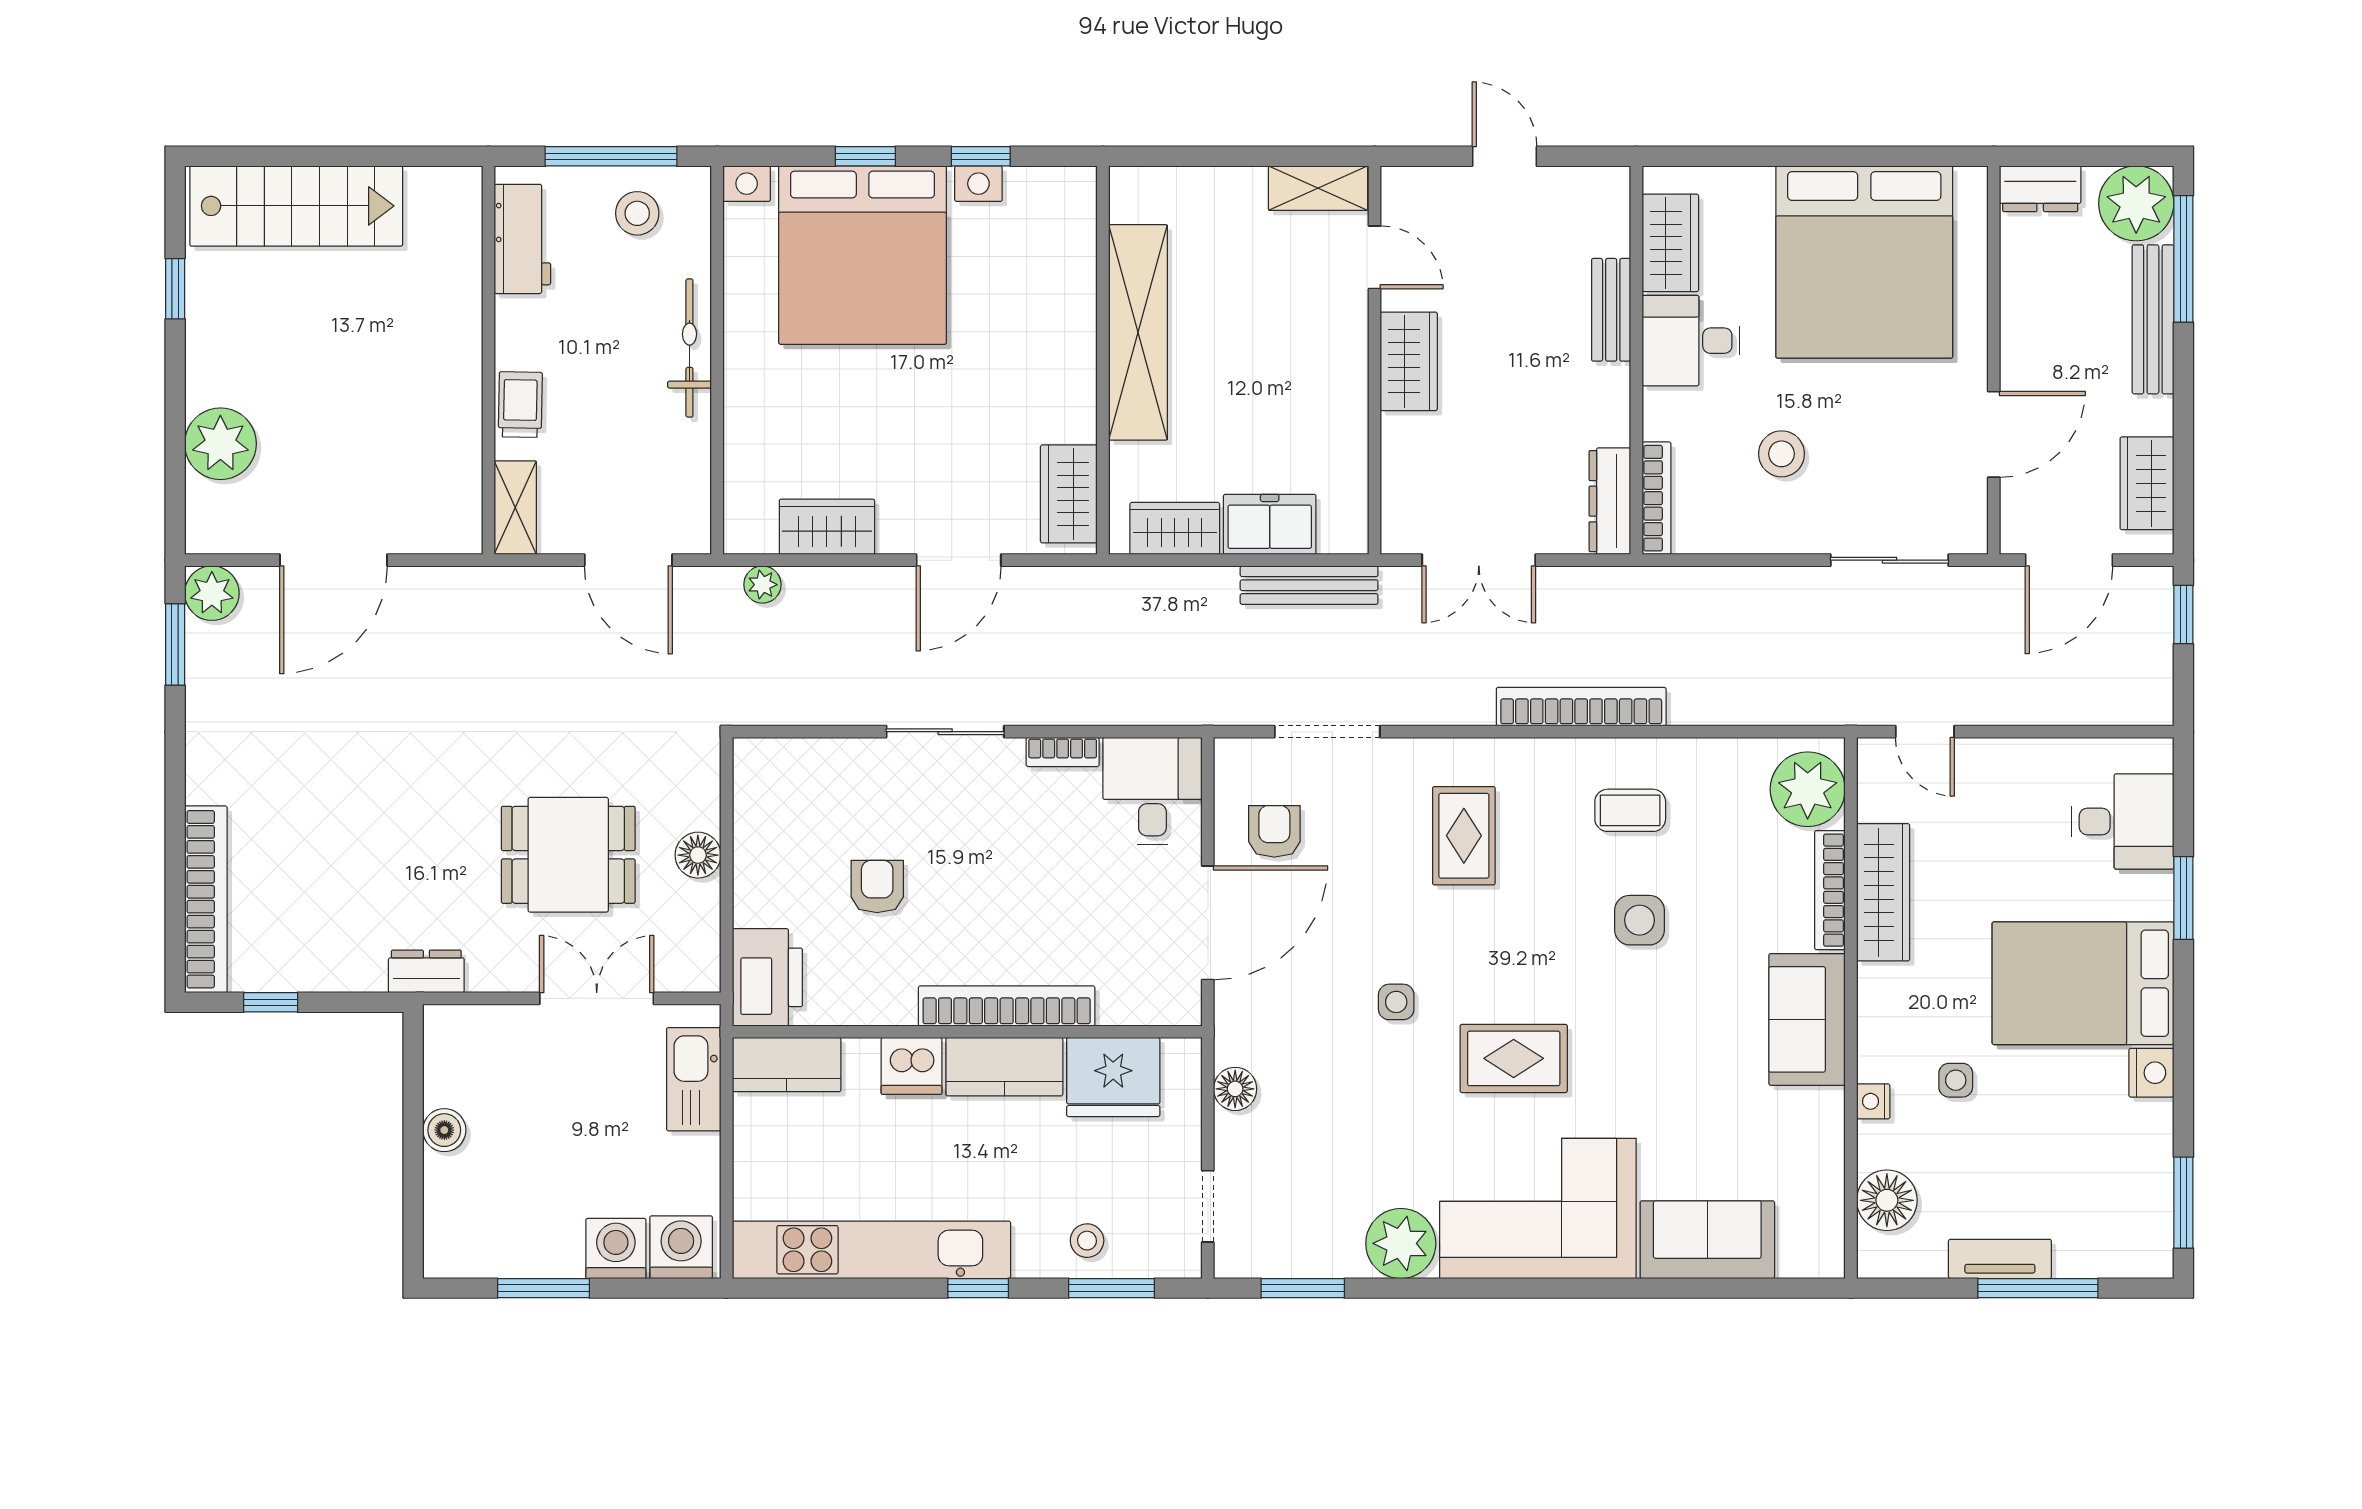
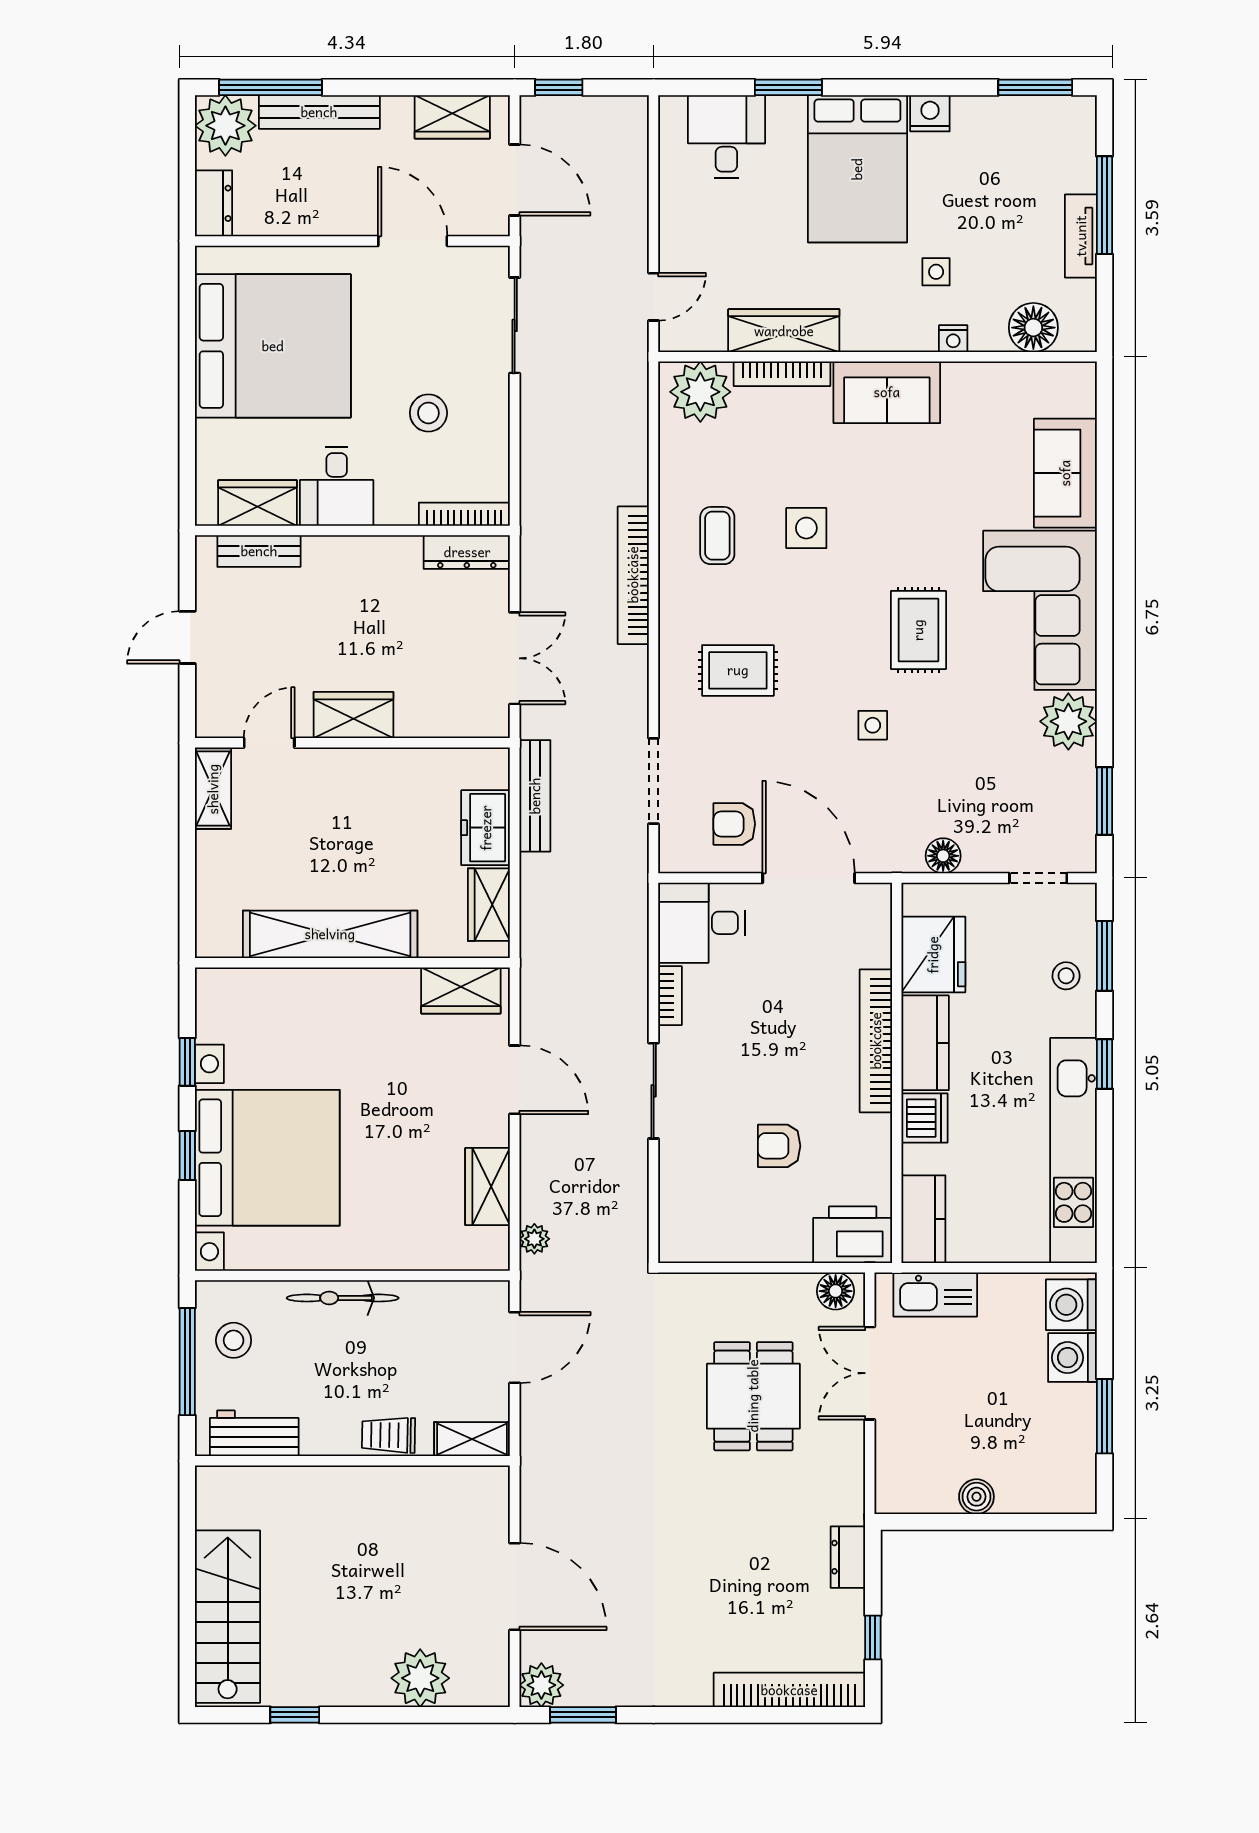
bench: (1611, 310) -> (259, 551), moved
floor lamp: (698, 855) -> (836, 1291), moved
dresser: (426, 971) -> (848, 1557), moved

